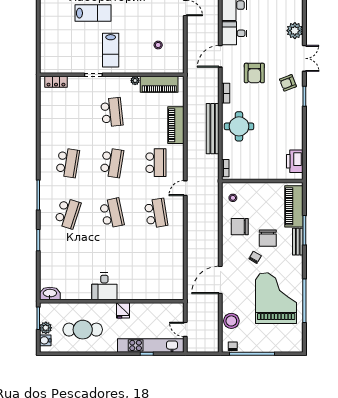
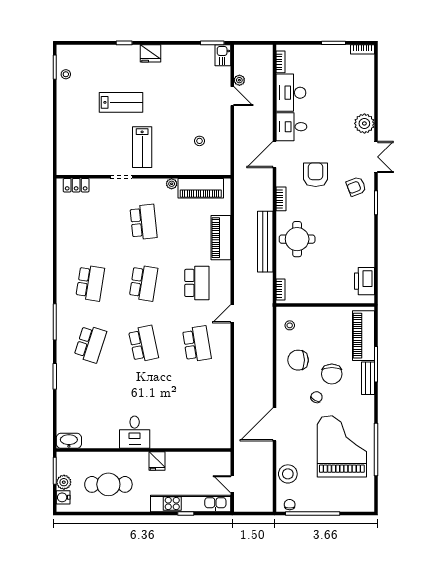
armchair: (254, 73) -> (316, 175), turned 180

